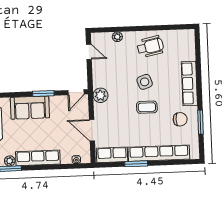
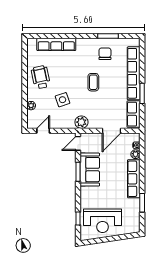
side table: (145, 82) -> (62, 100), moved
row of seats: (189, 83) -> (56, 44), moved
door: (76, 92) -> (78, 143), swing flipped
sofa: (30, 108) -> (90, 170), moved
plant: (10, 161) -> (135, 154), moved

